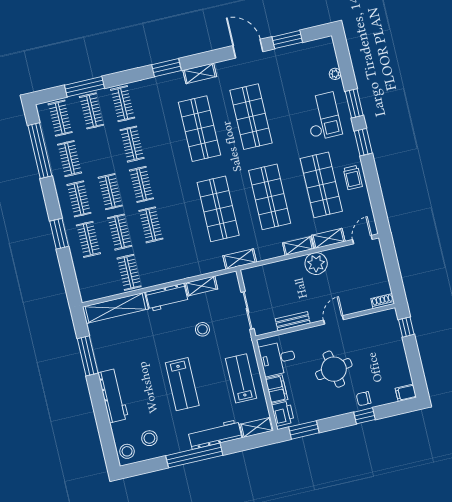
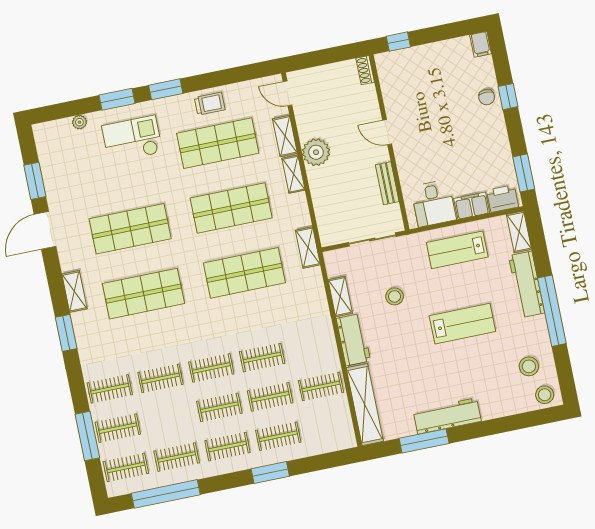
round table: (334, 369) -> (449, 133), removed
workbench: (113, 396) -> (447, 416), moved

